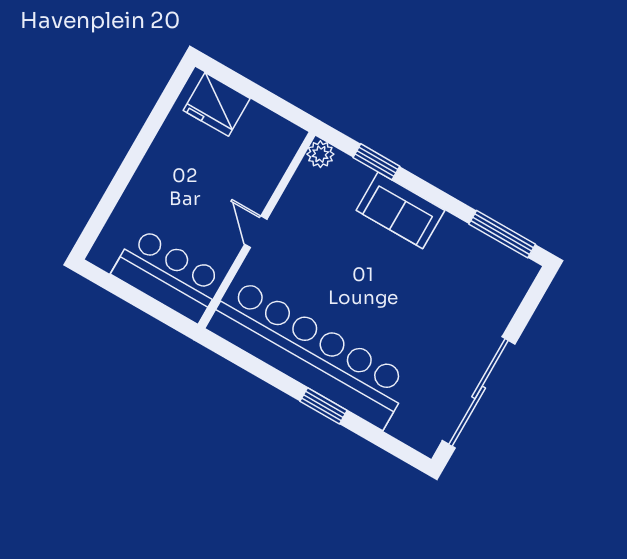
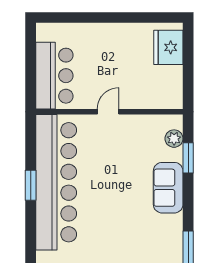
plant: (320, 154) -> (174, 139), moved
window: (323, 406) -> (31, 185), moved

